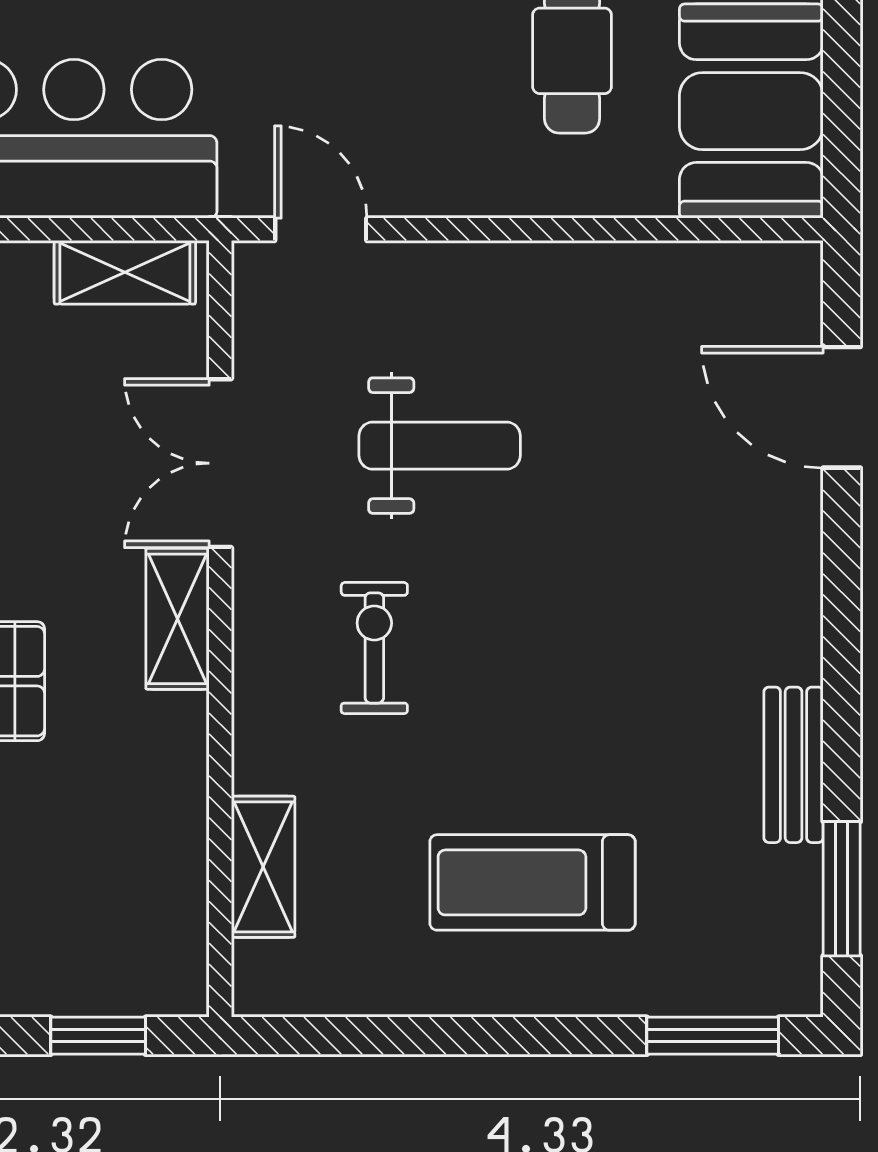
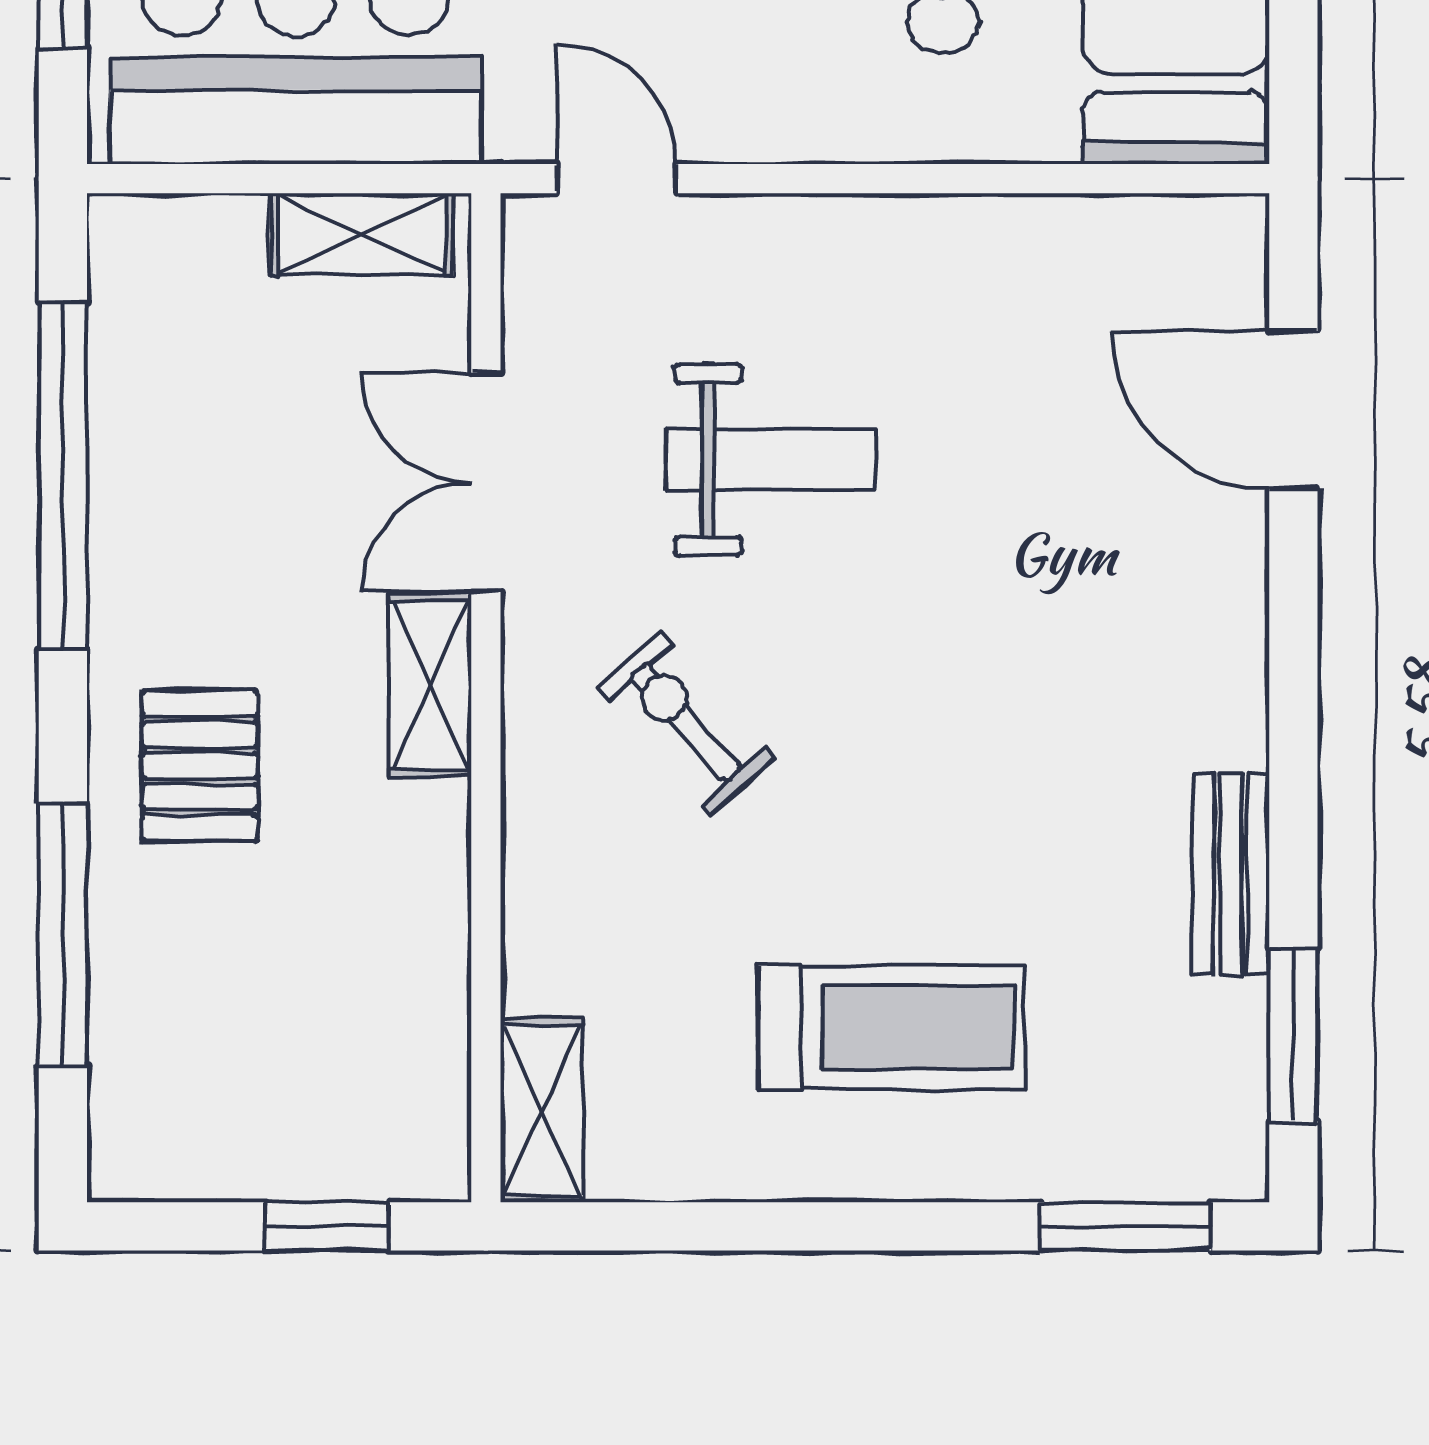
exercise bike: (374, 648) -> (686, 723), turned -42
shelving: (263, 867) -> (542, 1111), moved
treadmill: (532, 882) -> (891, 1027), turned 180

